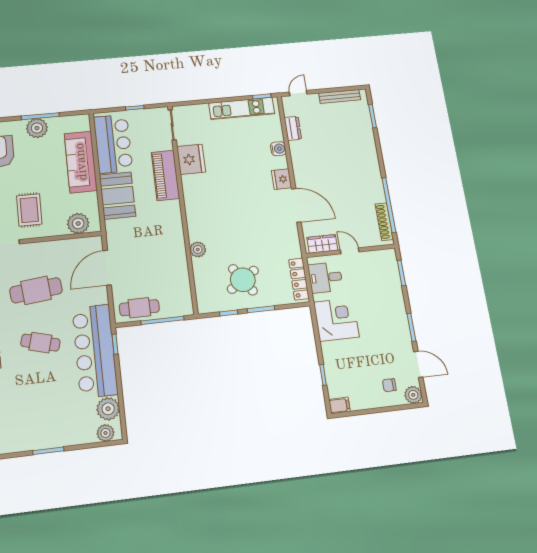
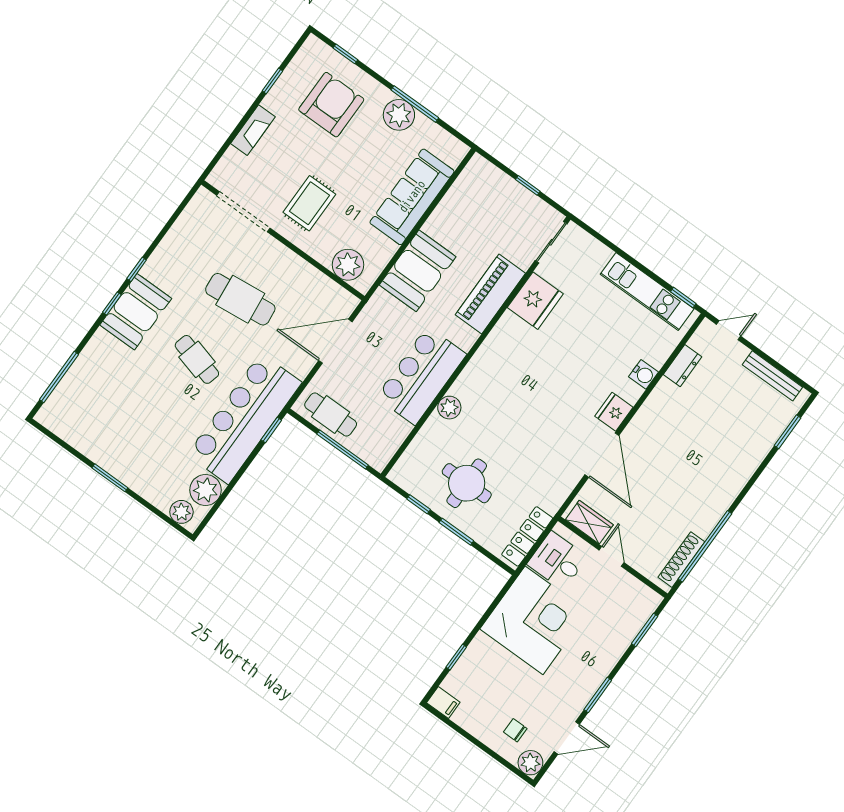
bar counter: (113, 144) -> (421, 376), moved, turned 180
round table: (243, 280) -> (467, 483), turned 34
corner desk: (336, 320) -> (534, 620), width x1.36, depth x1.36
door: (418, 364) -> (567, 738), hinge flipped

